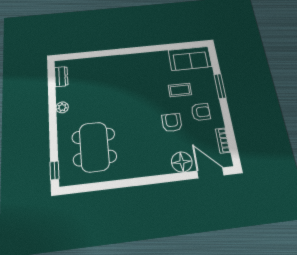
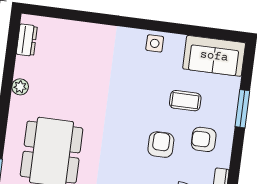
side table: (149, 60) -> (155, 43), added
armchair: (201, 112) -> (204, 139), turned 180

